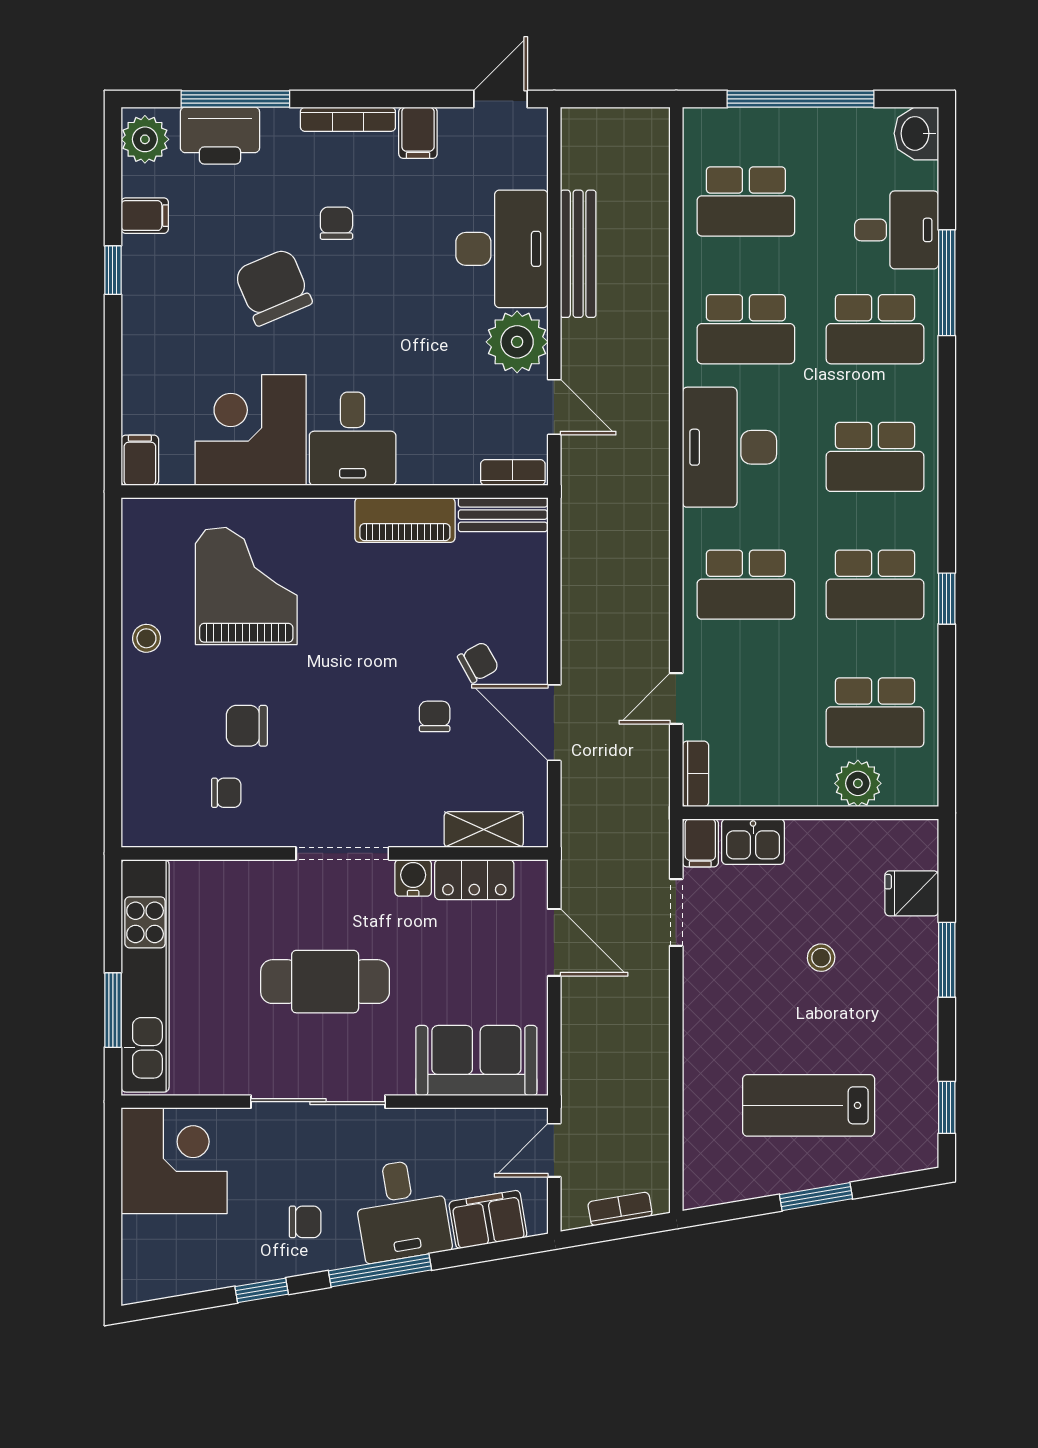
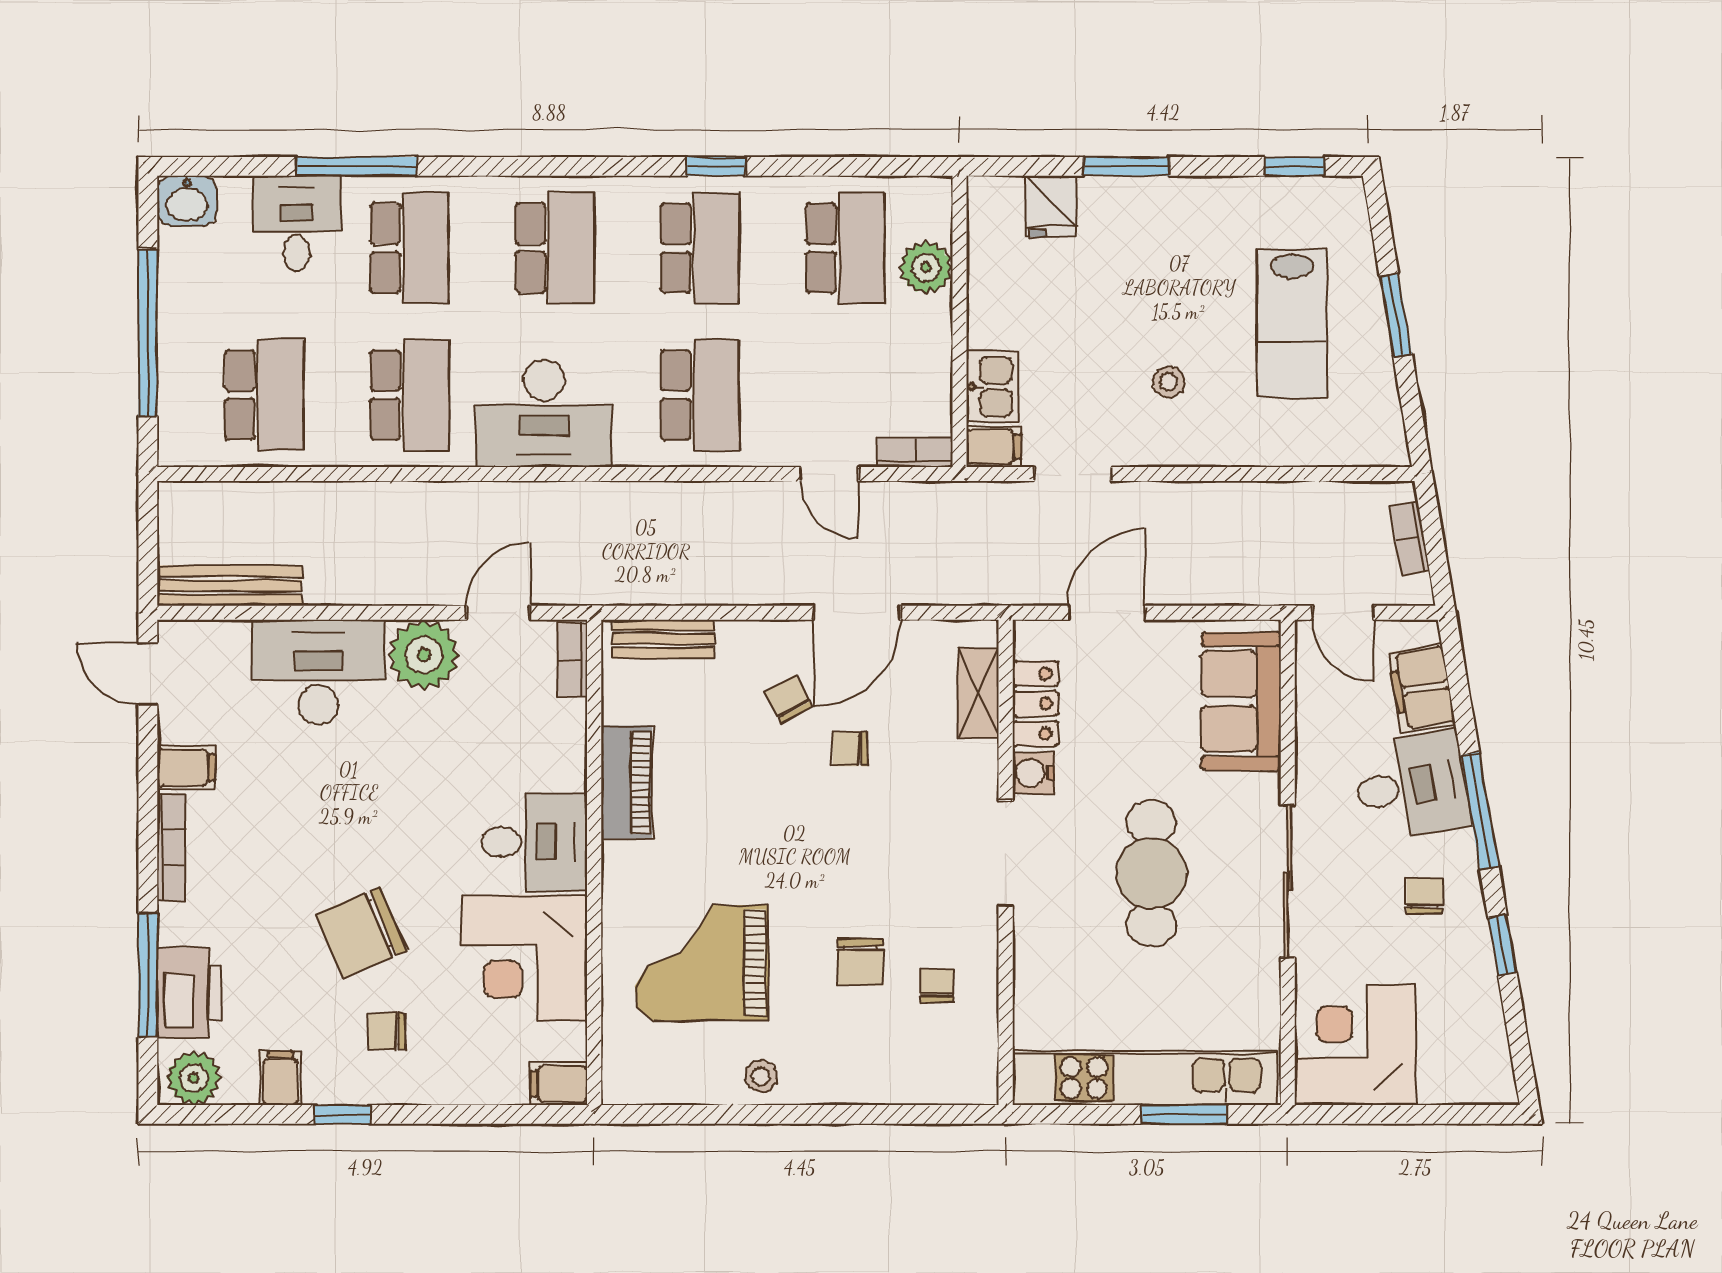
chair: (336, 223) -> (387, 1032), moved
bench: (578, 254) -> (229, 586), moved
bench: (503, 515) -> (663, 639), moved, turned 90
stool: (821, 958) -> (1169, 382), moved

